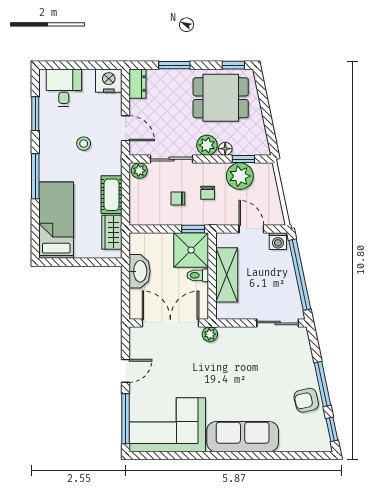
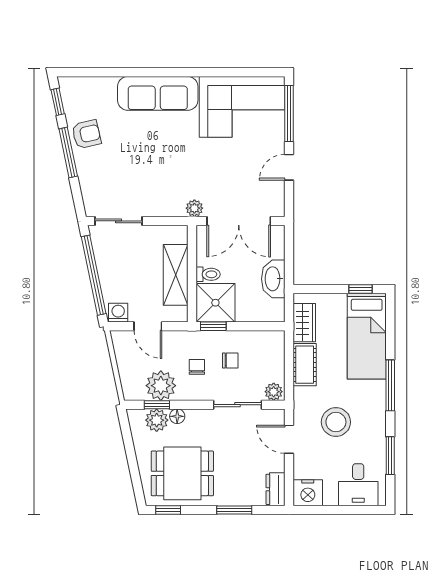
stool: (84, 144) -> (336, 422), width x1.89, depth x1.89
plant: (207, 145) -> (157, 420), moved
window: (62, 262) -> (361, 289), added

